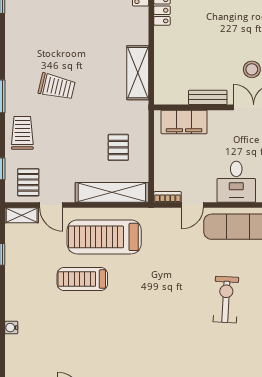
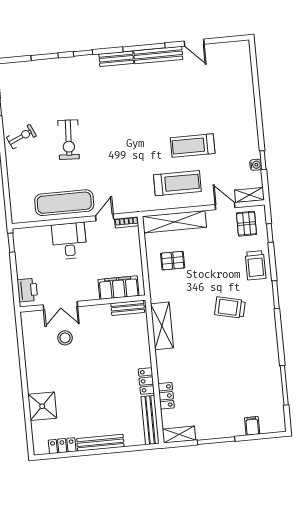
bench: (208, 97) -> (128, 308), moved
pallet: (118, 147) -> (173, 261), turned 90
treadmill: (104, 237) -> (177, 183), width x0.73, depth x0.73
treadmill: (82, 279) -> (193, 146), turned 180
water cooler: (11, 328) -> (256, 165), moved

